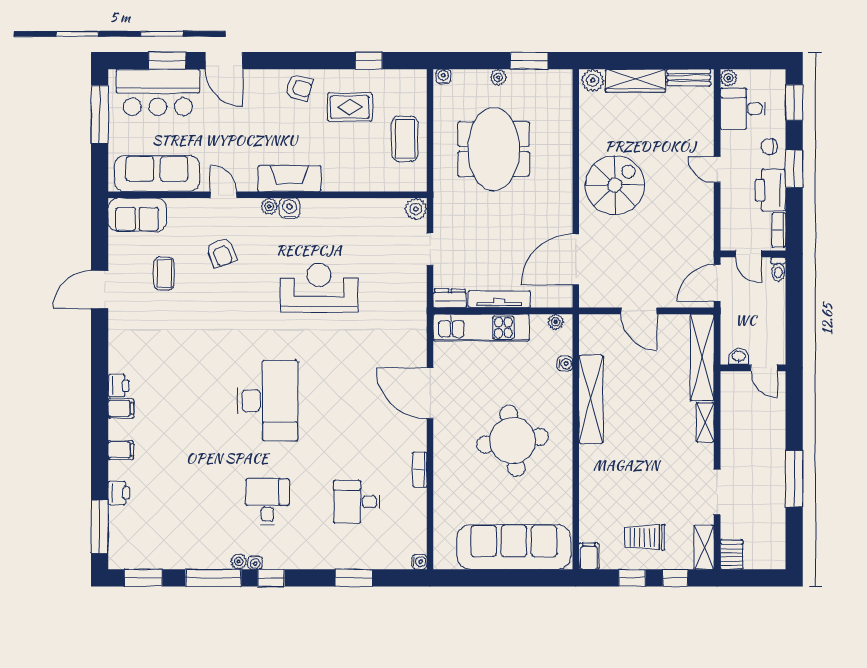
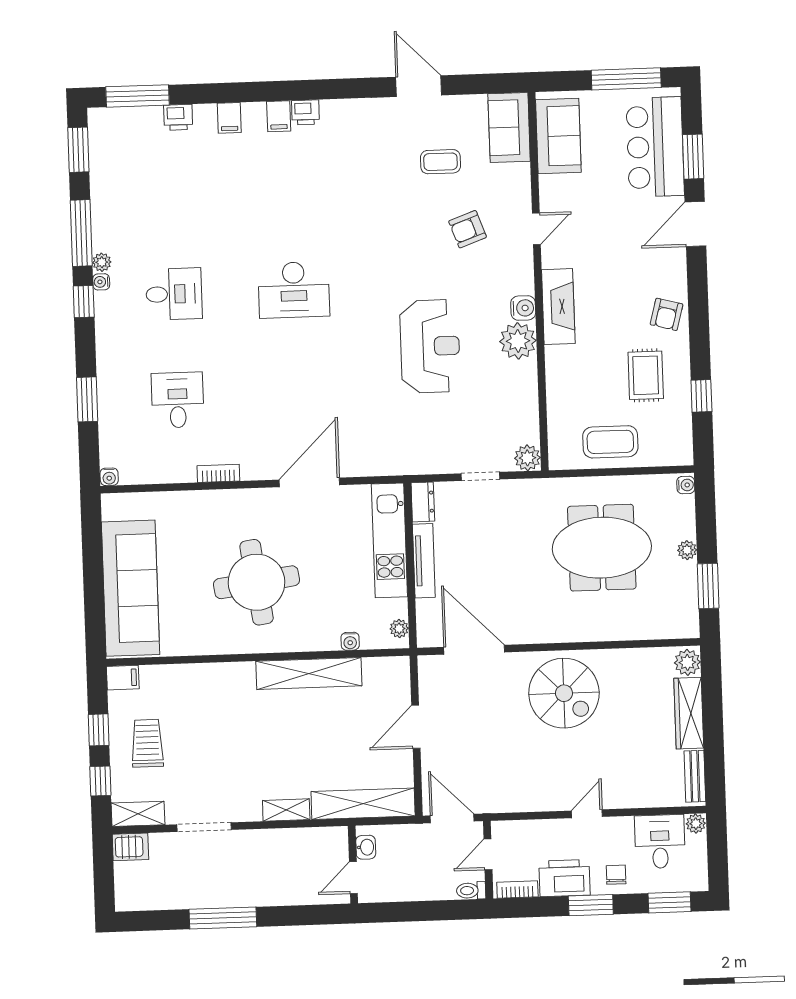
sofa: (157, 173) -> (558, 136), width x0.73
plant: (269, 206) -> (518, 341), moved, width x1.88, depth x1.88
desk: (267, 401) -> (294, 290), width x0.73, depth x0.77

